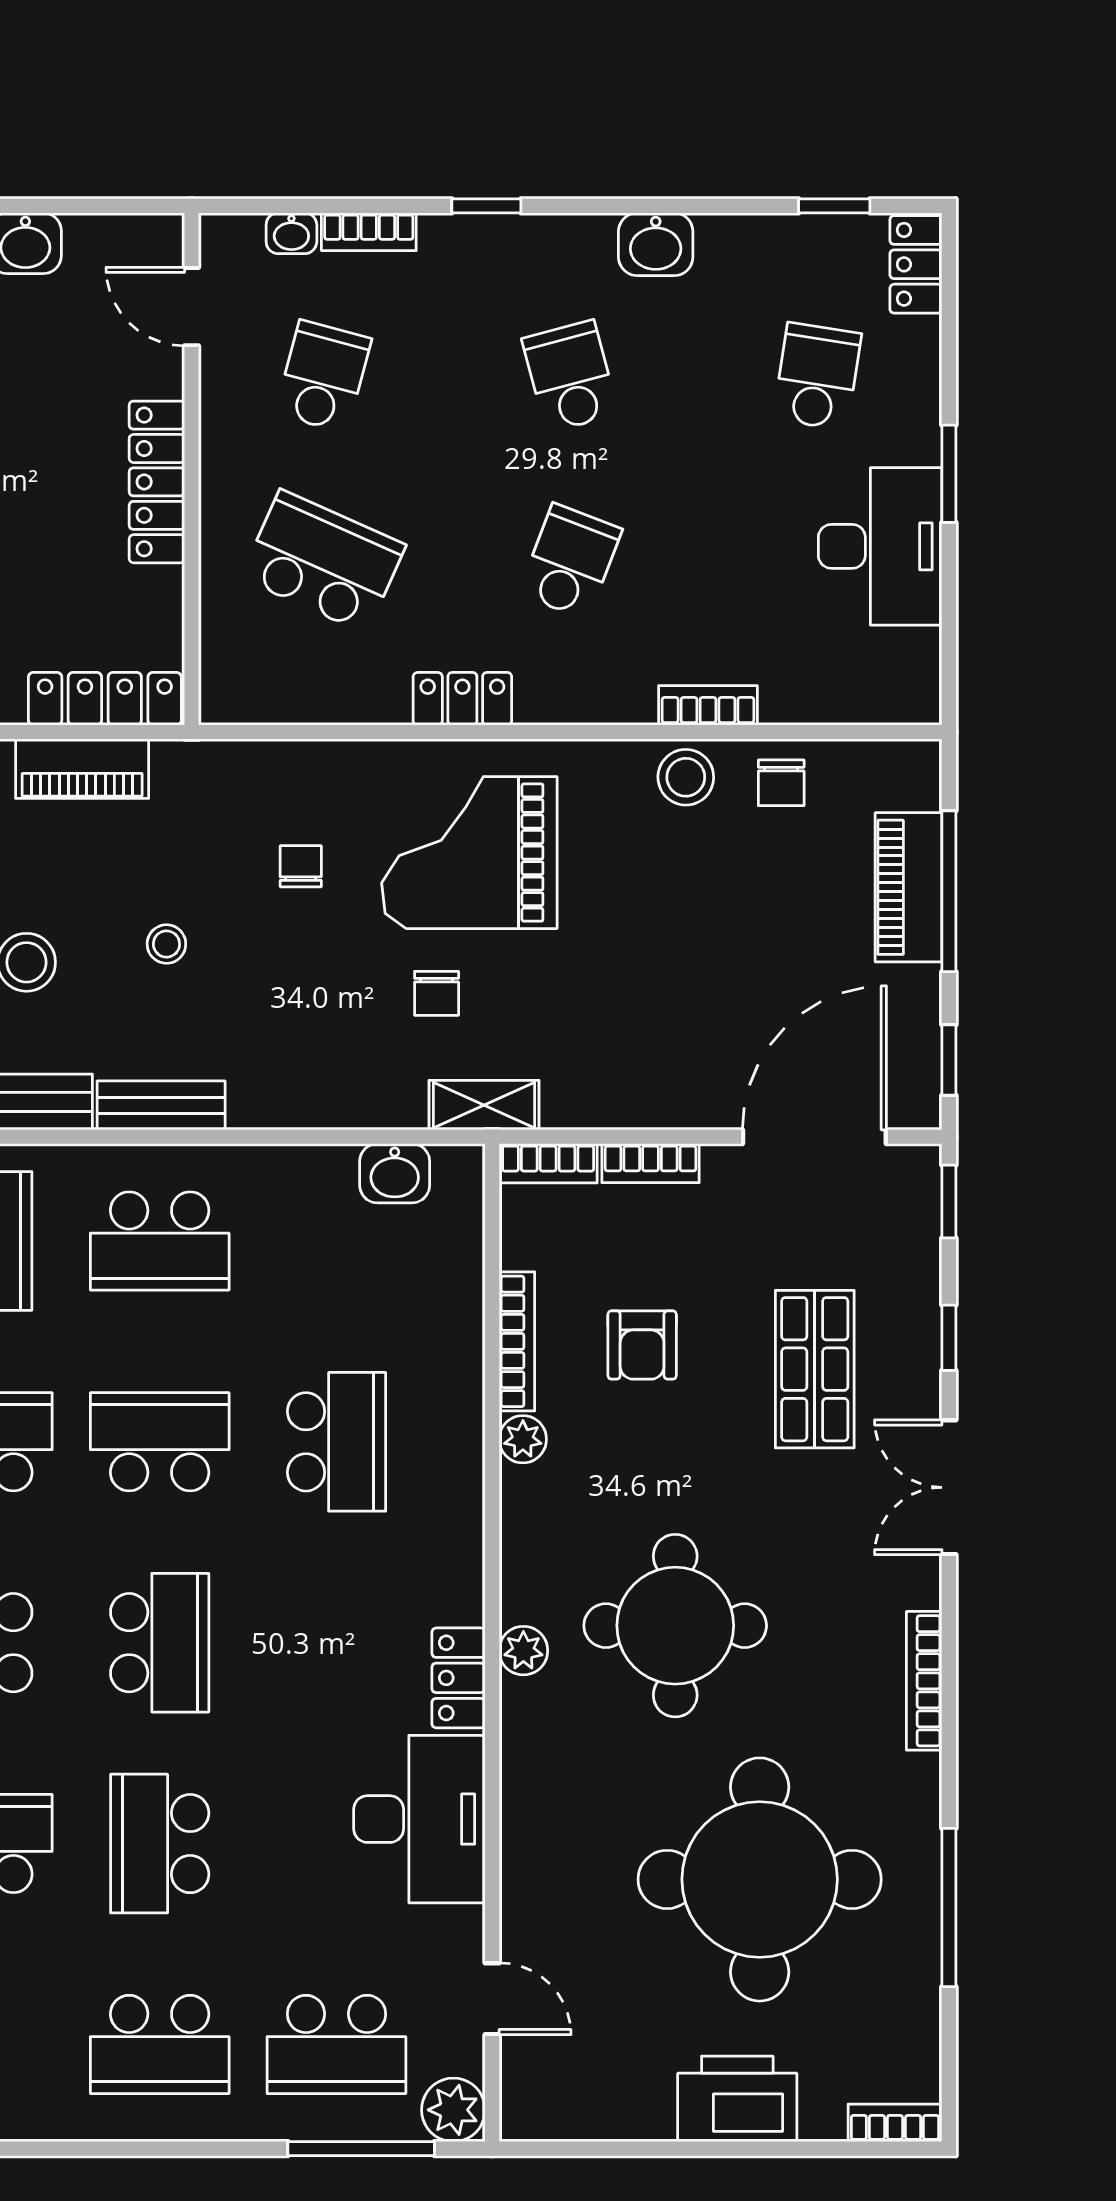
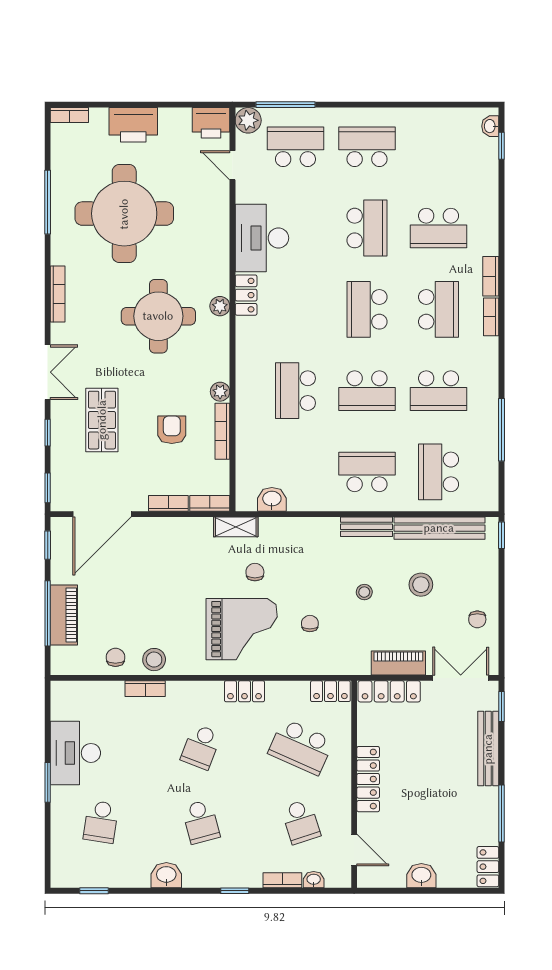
locker: (916, 264) -> (330, 691), moved, turned 90
school desk: (323, 376) -> (301, 822), turned -33
chair: (301, 866) -> (310, 624), turned 180
printer: (545, 2104) -> (211, 123), added

